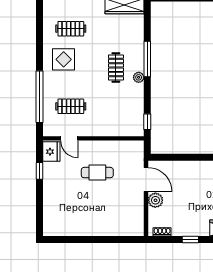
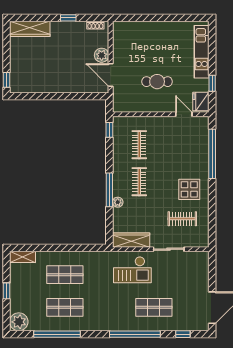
plant: (139, 77) -> (118, 202), moved
clothes rail: (71, 106) -> (139, 145), moved, turned 90
kitchen unit: (51, 204) -> (202, 52), added

